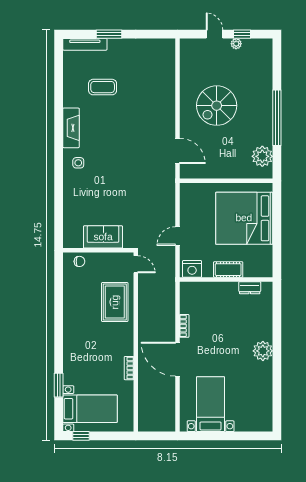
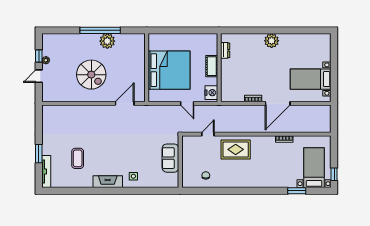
plant: (262, 156) -> (107, 41), moved
bed: (244, 218) -> (169, 70), moved, turned -90
sofa: (103, 237) -> (170, 158), moved
wall: (98, 250) -> (180, 162), moved

